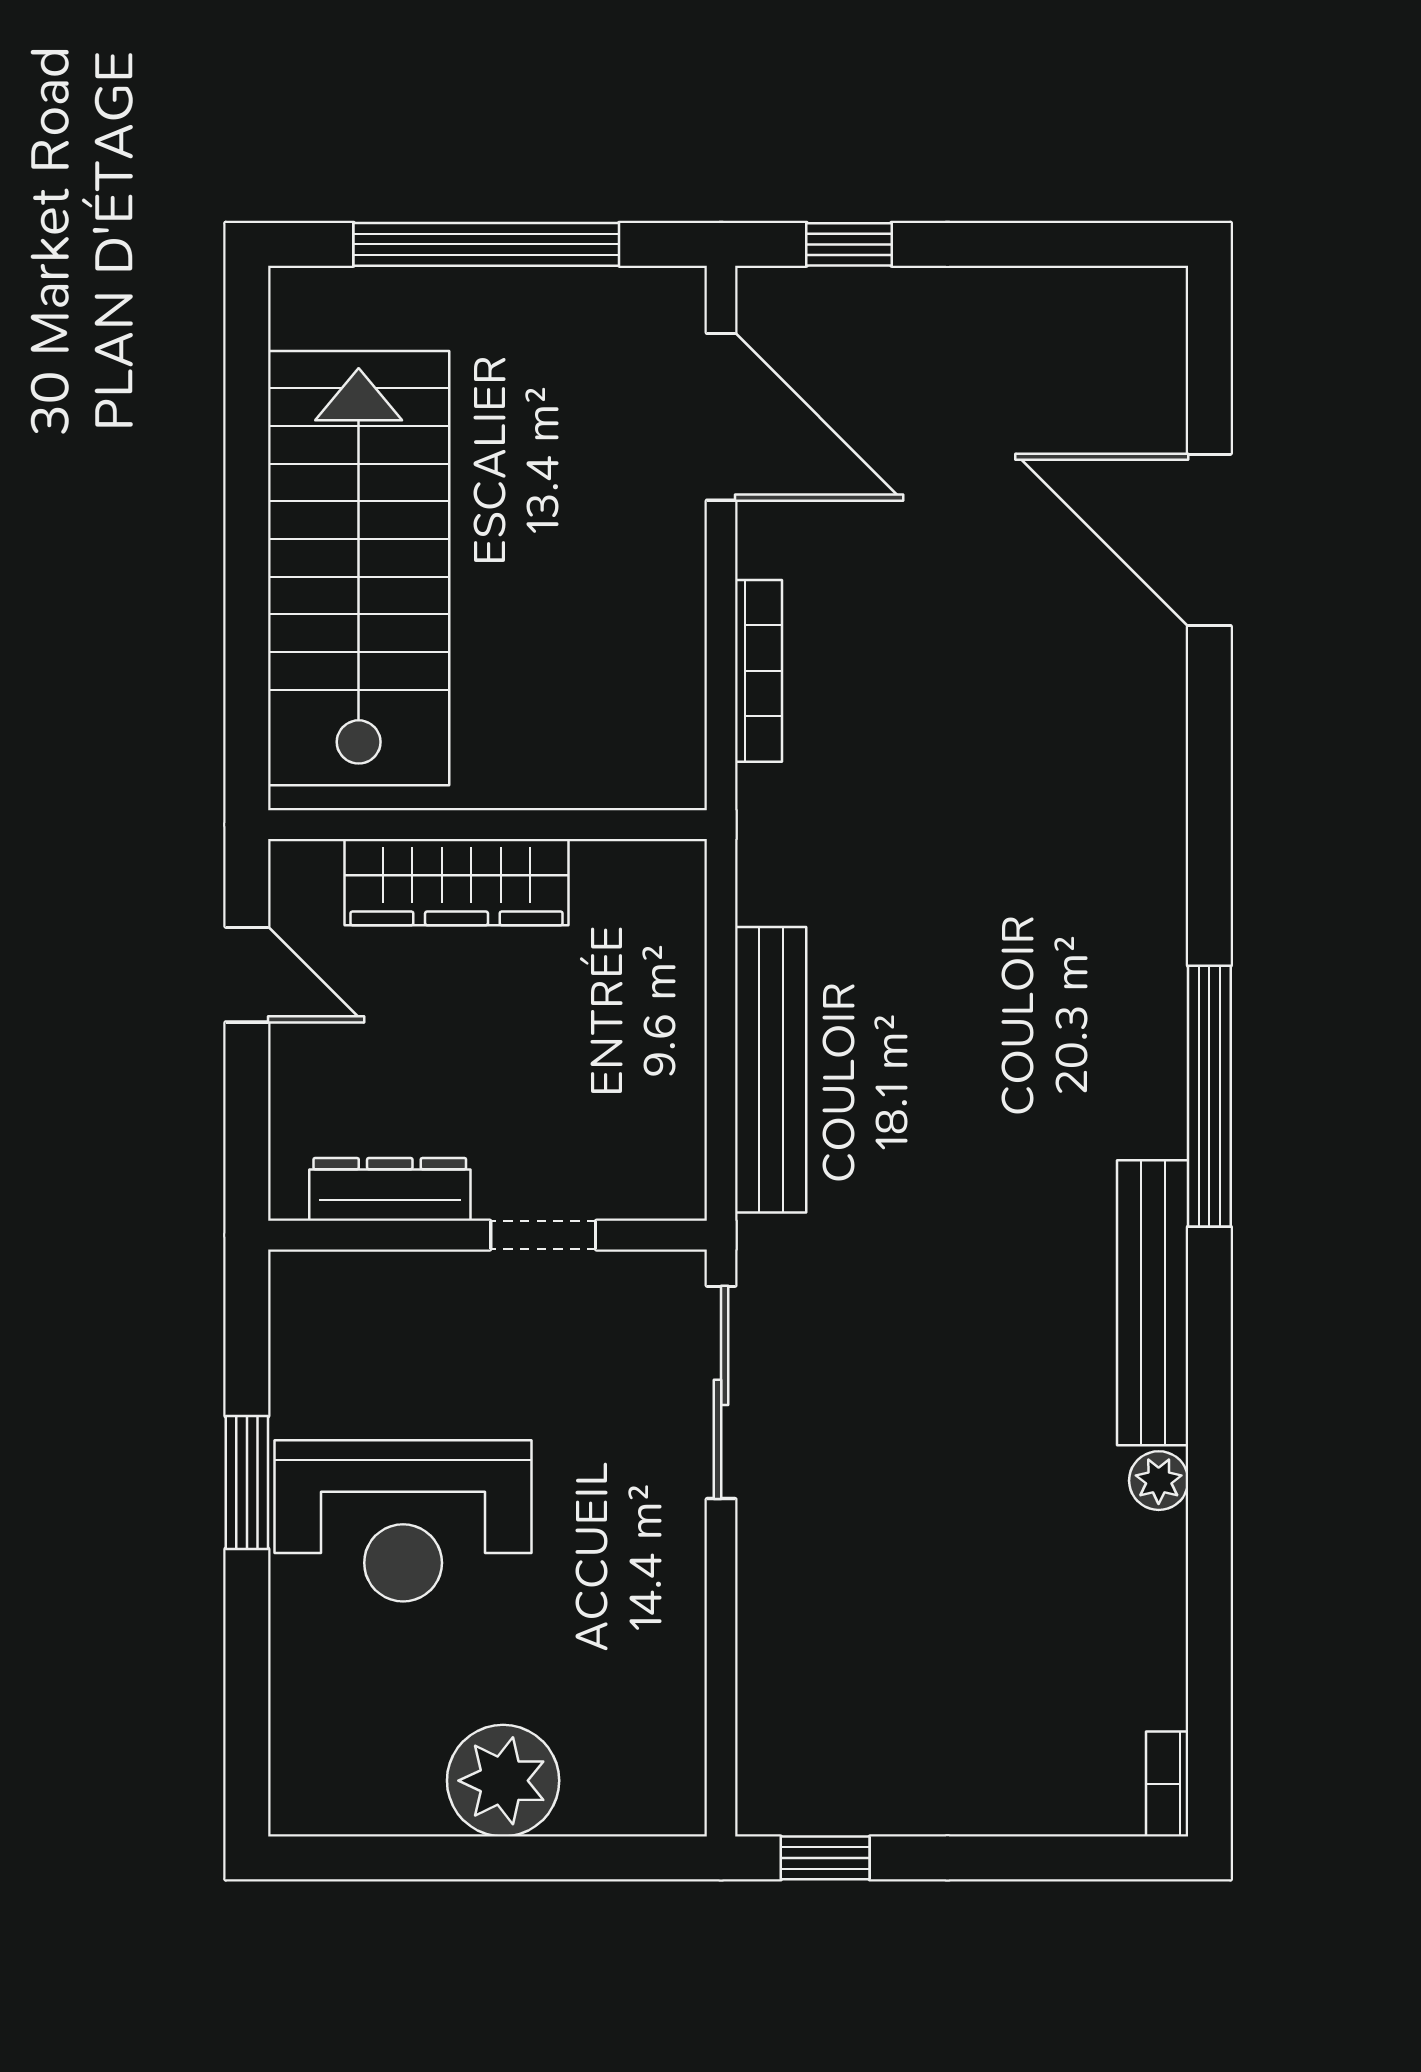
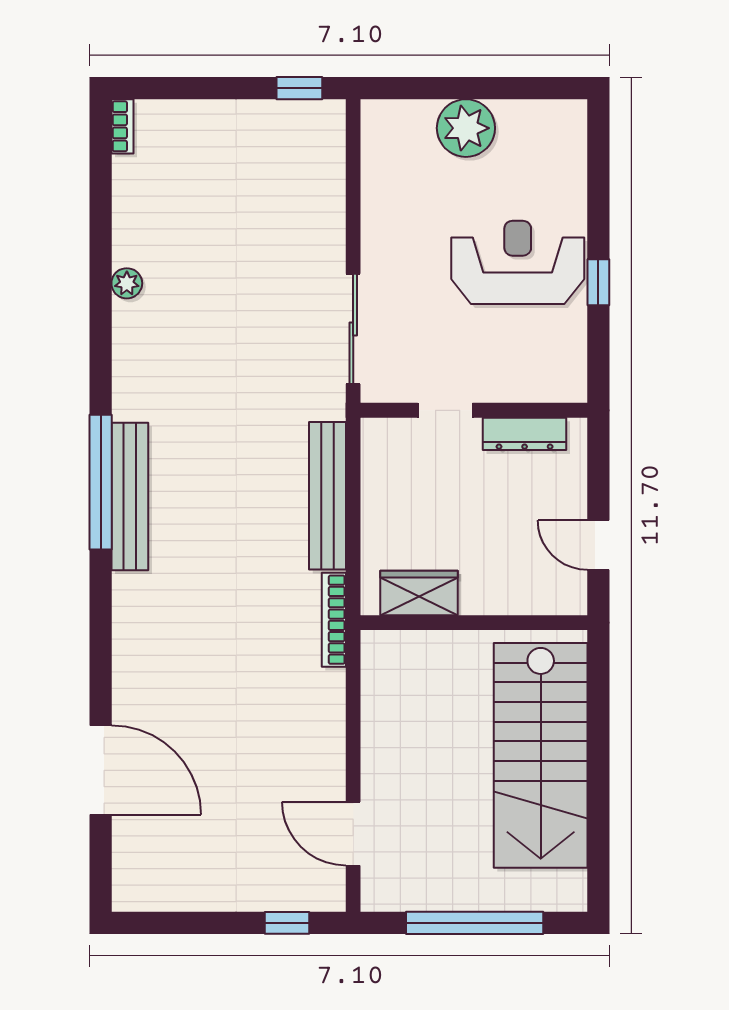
door: (721, 417) -> (353, 834), width x0.73
bookcase: (758, 671) -> (334, 620), moved
wardrobe: (457, 882) -> (419, 593), moved, width x0.67
bench: (1153, 1303) -> (130, 496), moved
window: (247, 1482) -> (598, 282), width x0.67

